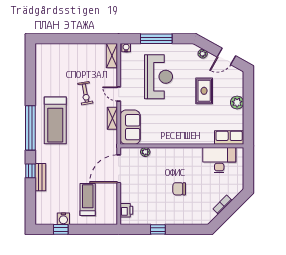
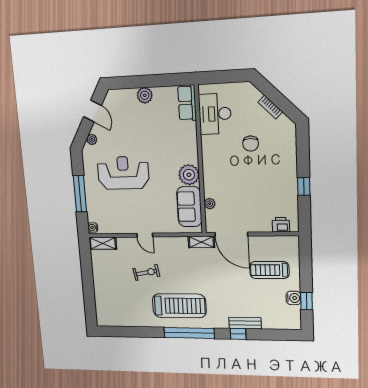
reception desk: (159, 77) -> (123, 173), moved
rug: (204, 91) -> (134, 136), removed
door: (119, 94) -> (145, 235), hinge flipped
shelving: (112, 118) -> (201, 242), moved
sofa: (130, 127) -> (189, 207), moved, turned -90
plant: (170, 136) -> (189, 175), added
chair: (179, 189) -> (251, 144), moved

